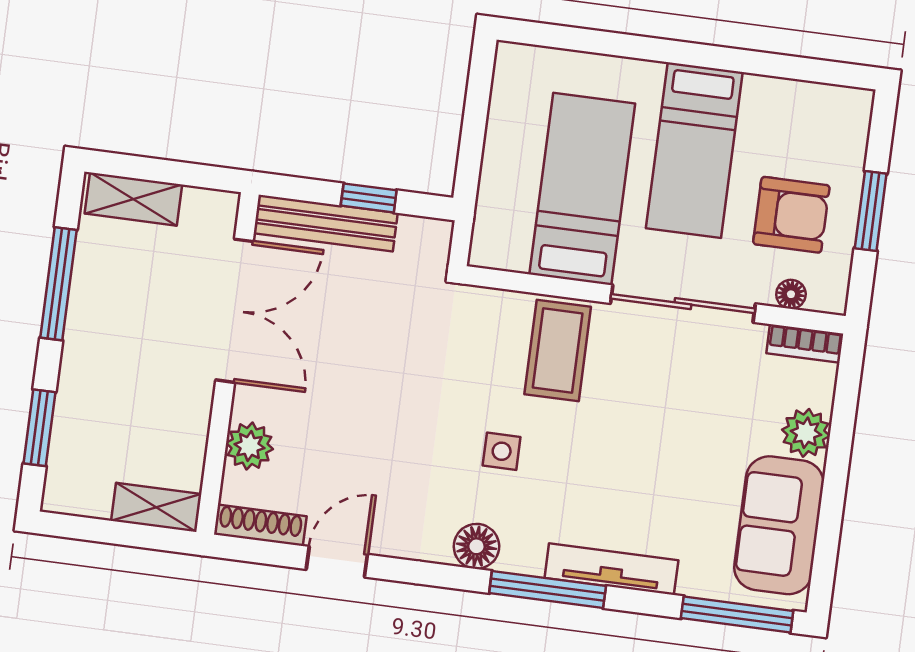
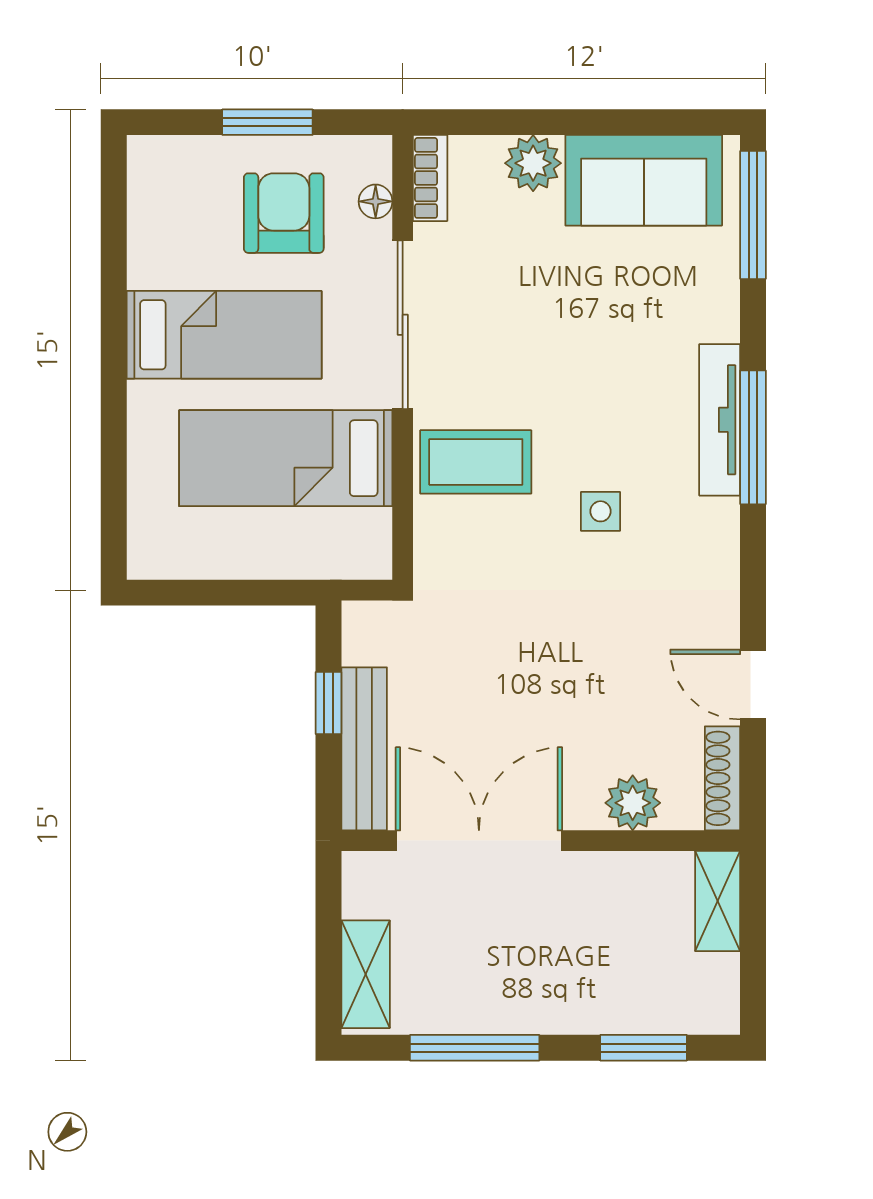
floor lamp: (476, 546) -> (714, 526), removed
tv unit: (611, 569) -> (720, 420), moved

